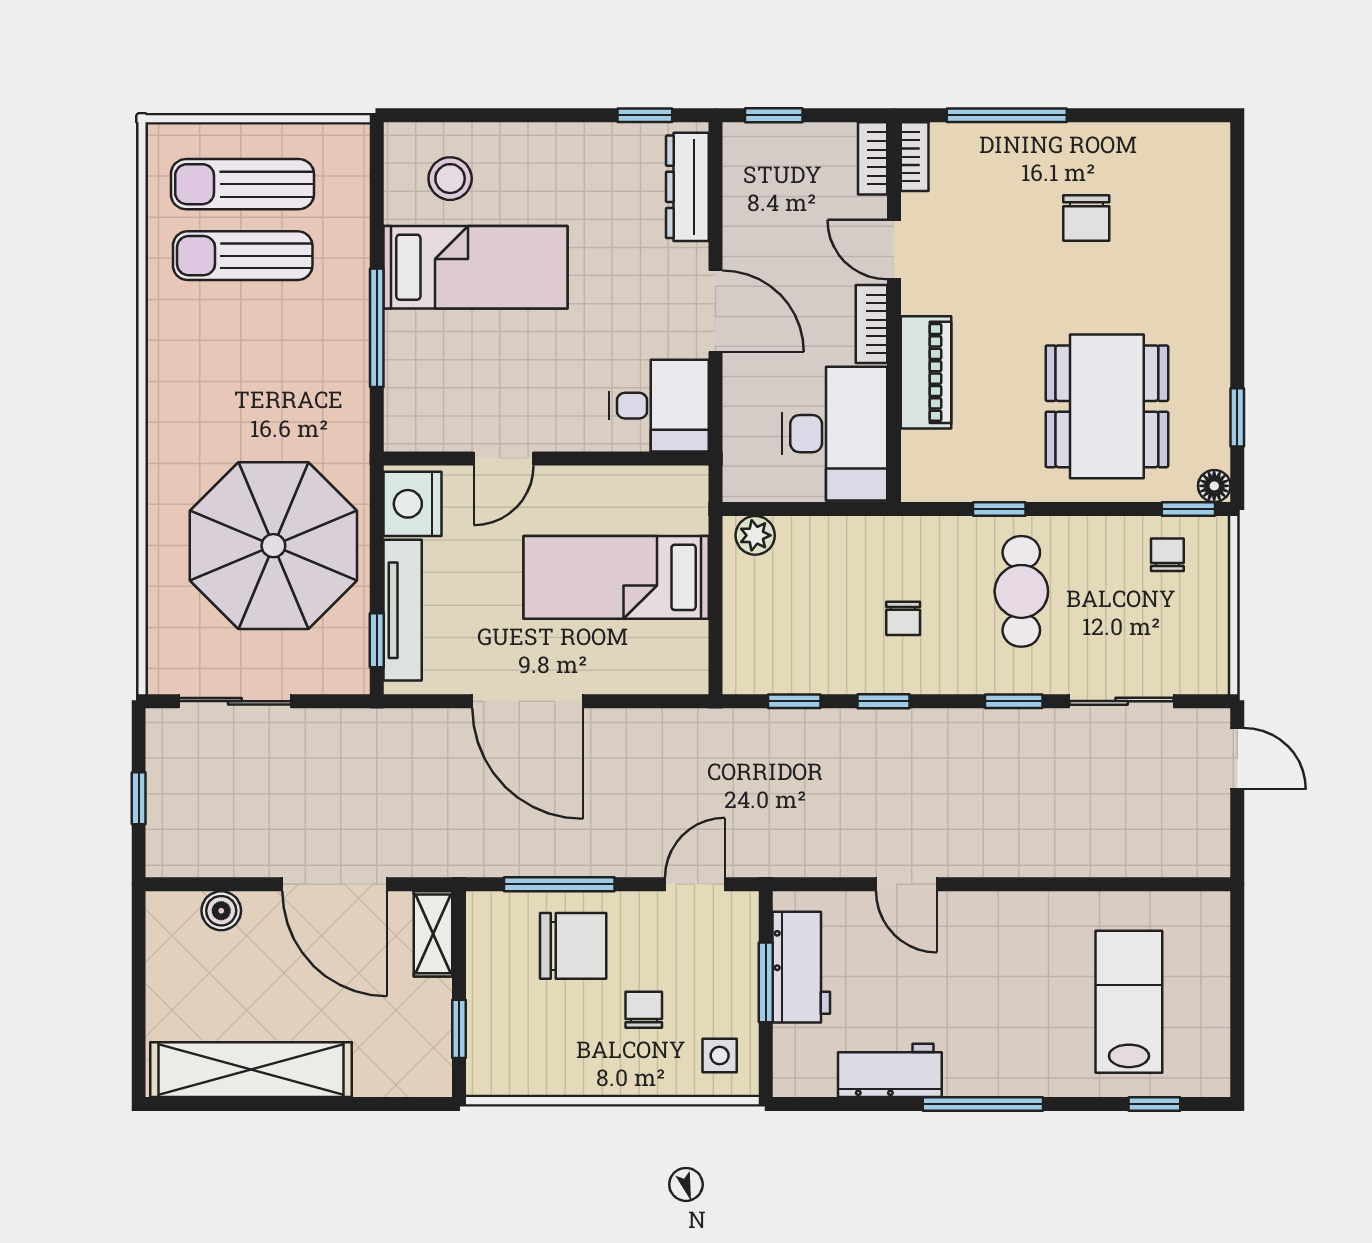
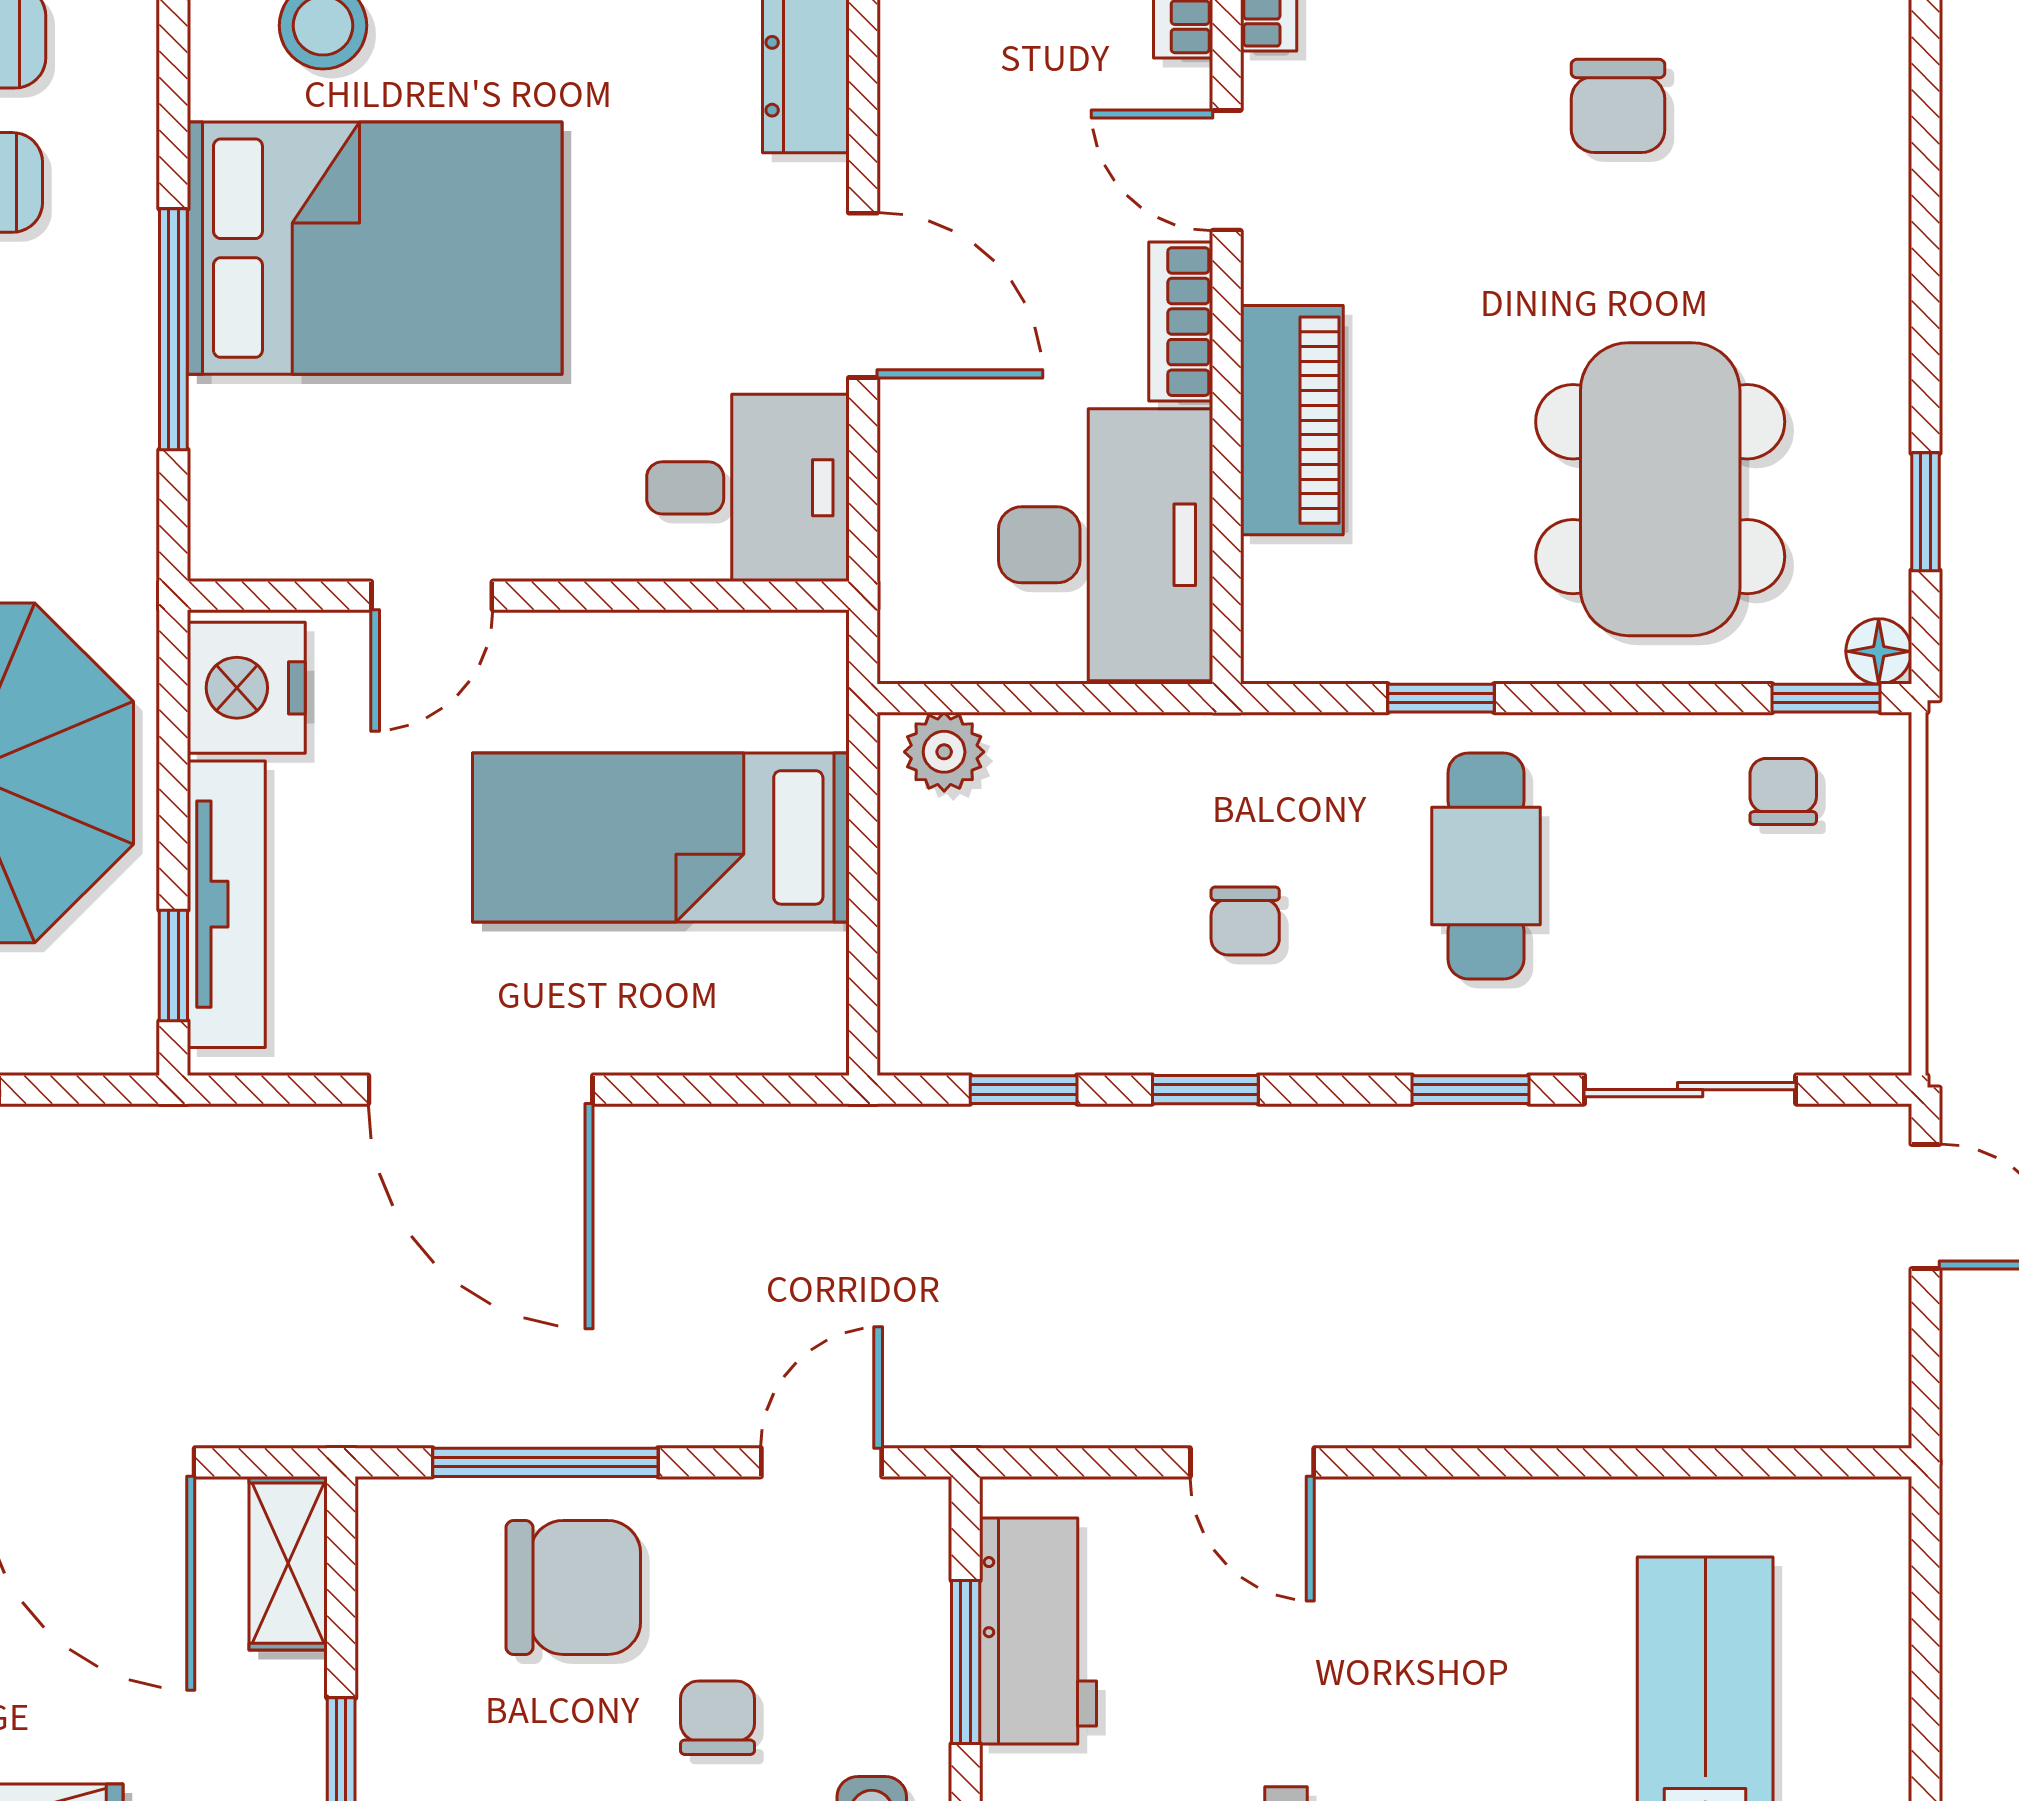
bed: (475, 267) -> (375, 248), width x1.50

